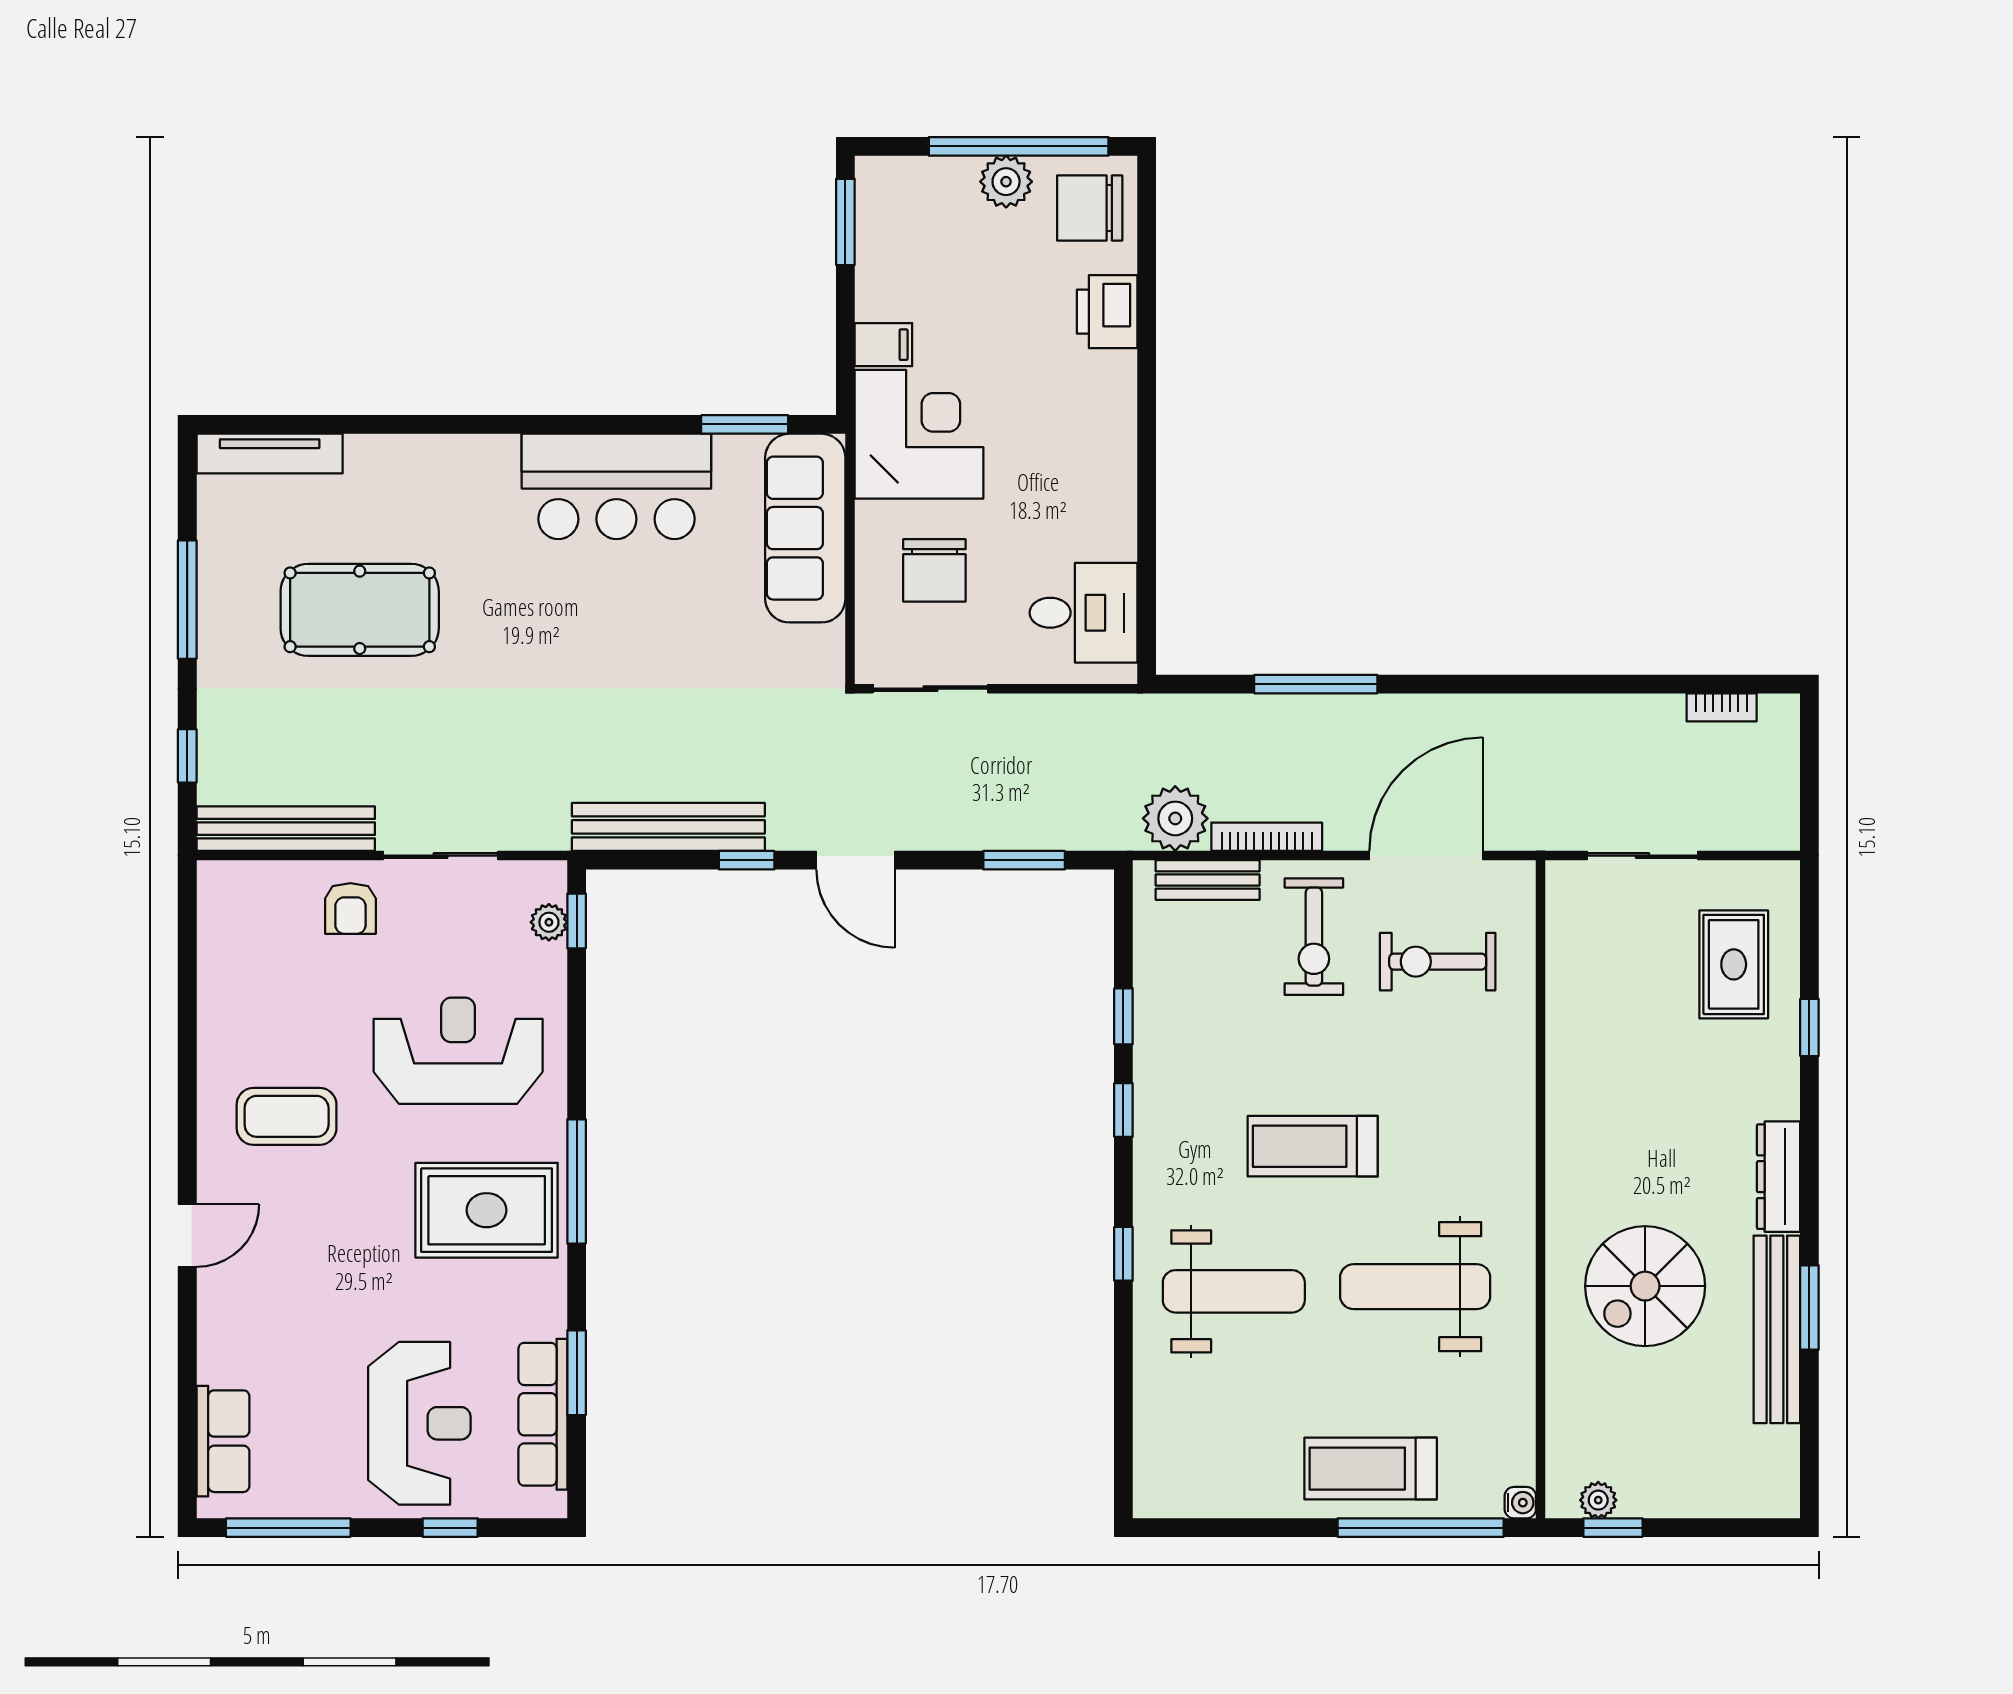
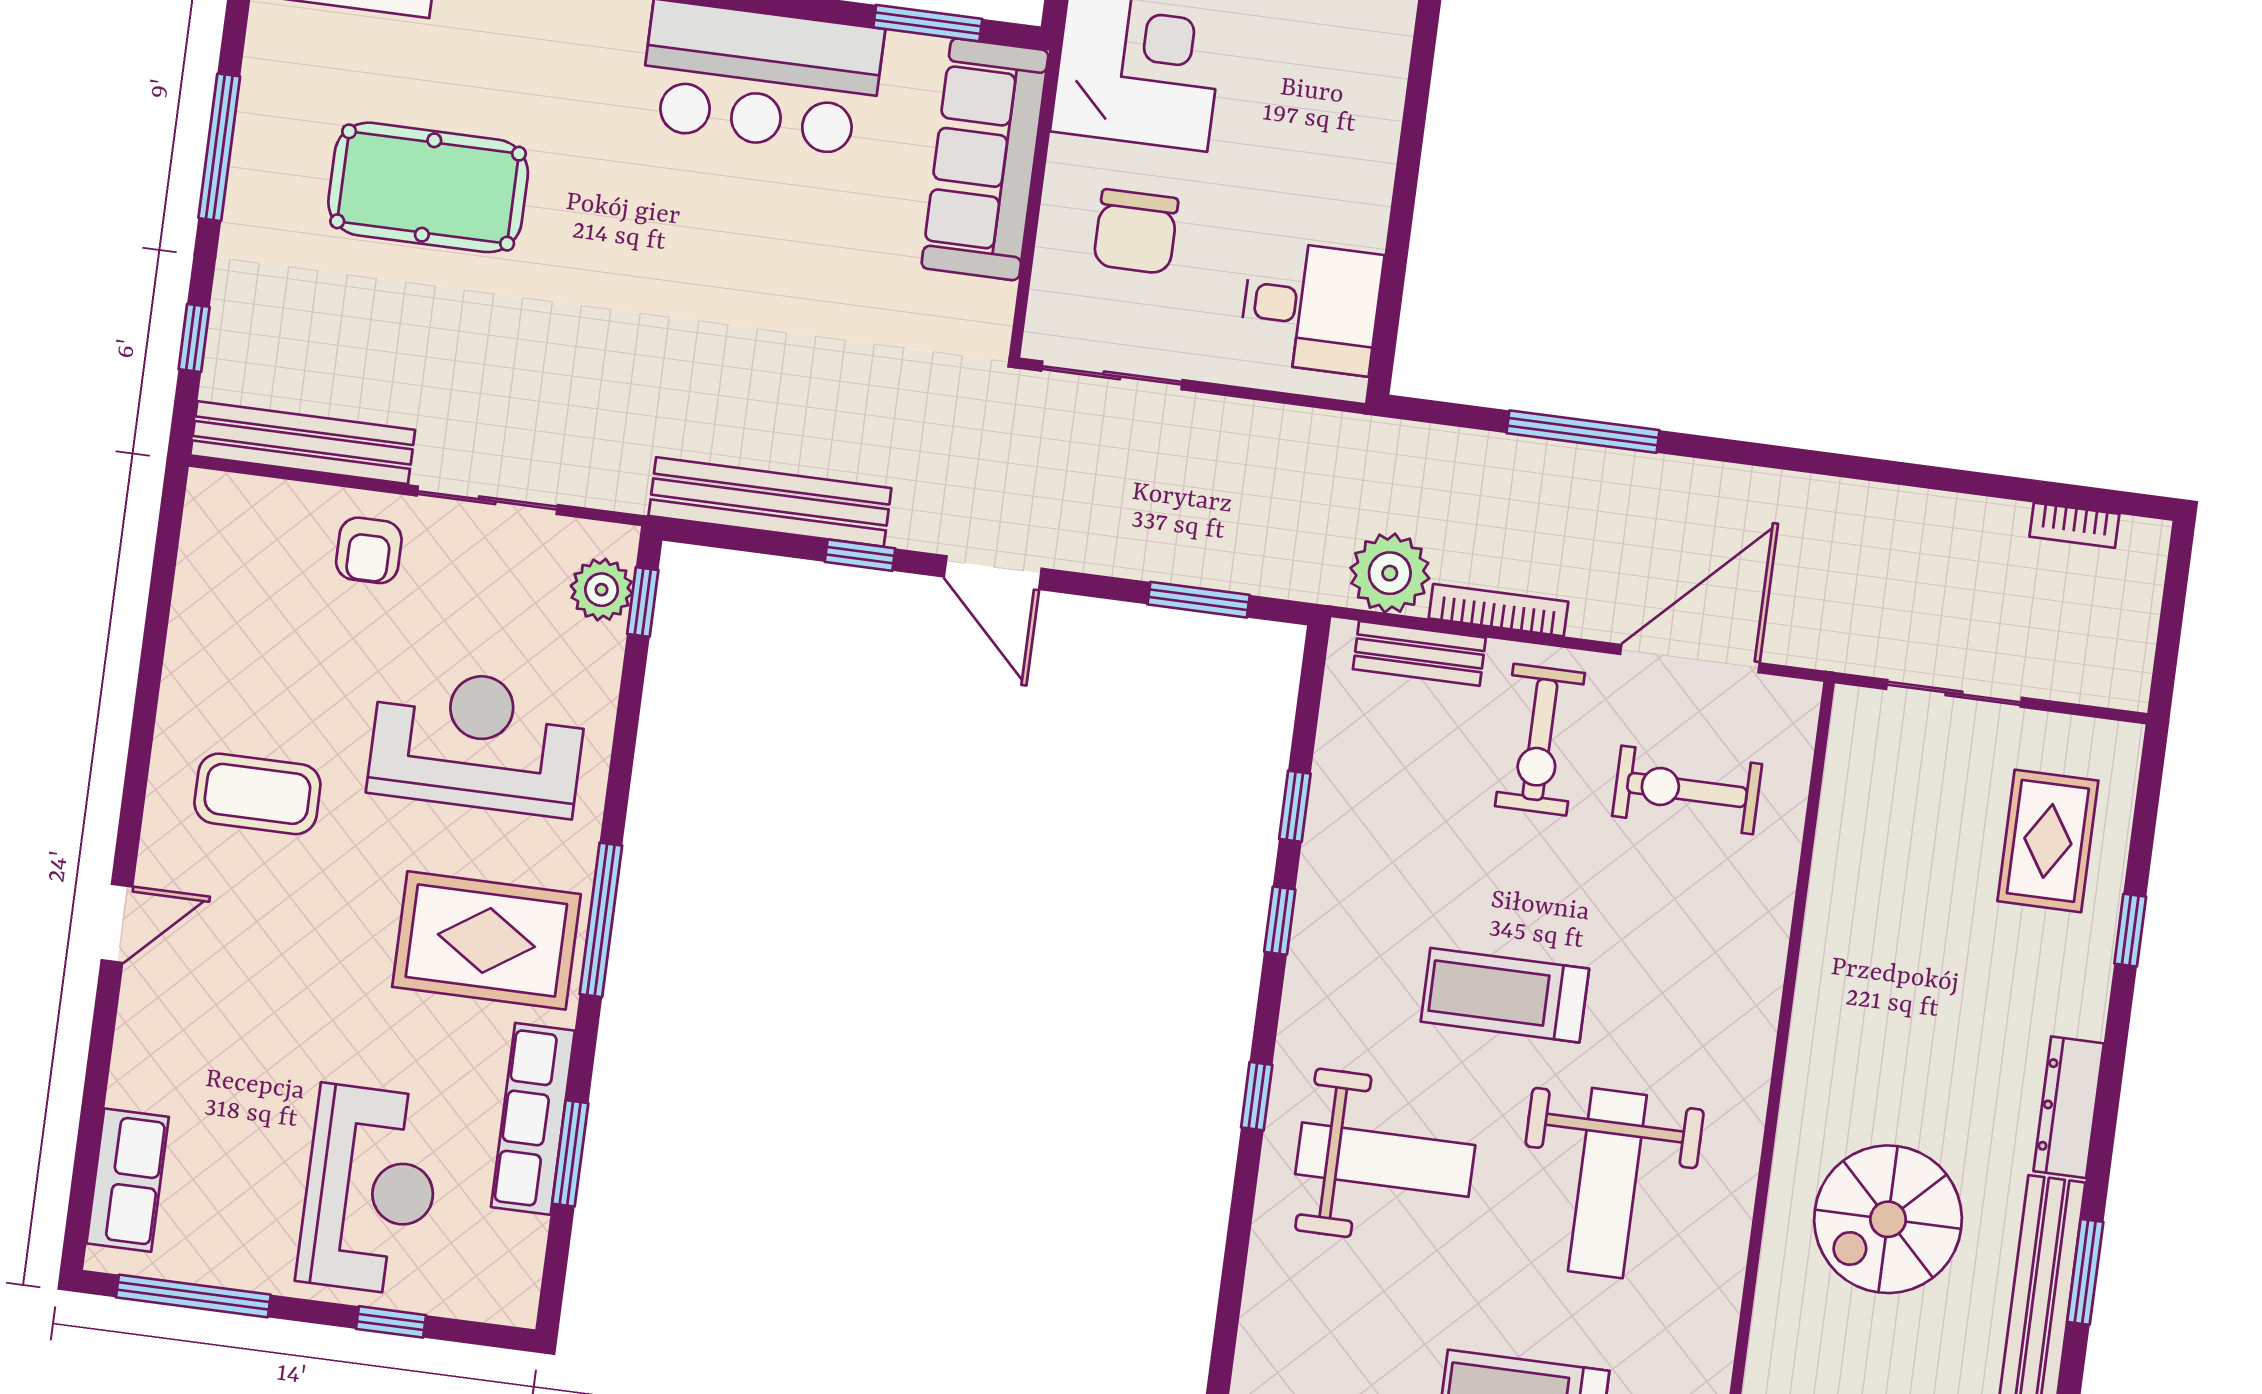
plant: (549, 922) -> (602, 590), width x1.38, depth x1.38
weight bench: (1415, 1287) -> (1607, 1183), turned -90
row of seats: (543, 1414) -> (533, 1119), moved

